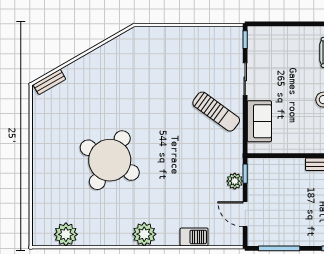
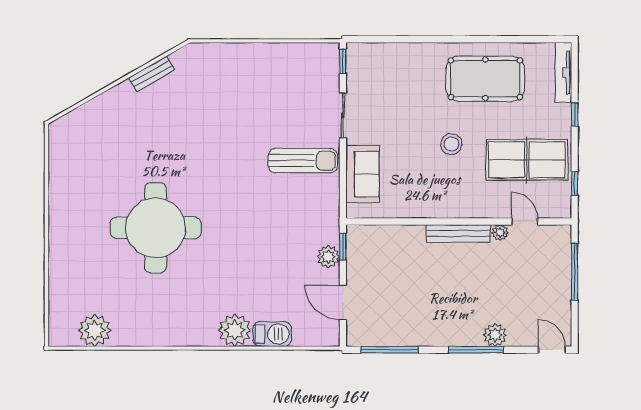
bench: (49, 82) -> (152, 74), moved
sun lounger: (216, 112) -> (303, 161), turned -36
round table: (110, 160) -> (156, 228), turned -30
plant: (144, 234) -> (235, 330), moved

